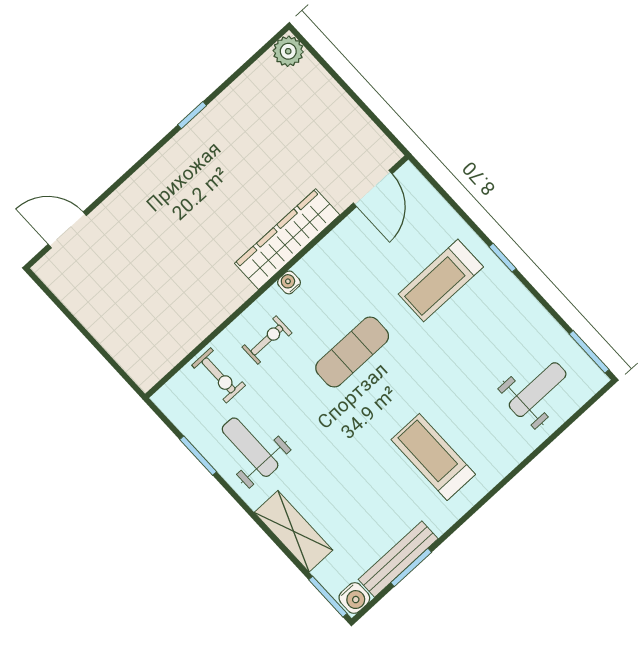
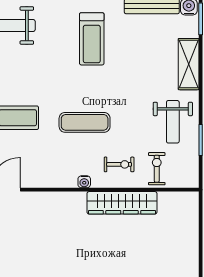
wardrobe: (287, 239) -> (122, 203), moved
exercise bike: (267, 340) -> (119, 164), turned 180

